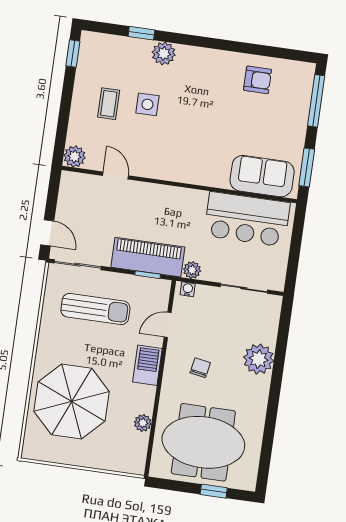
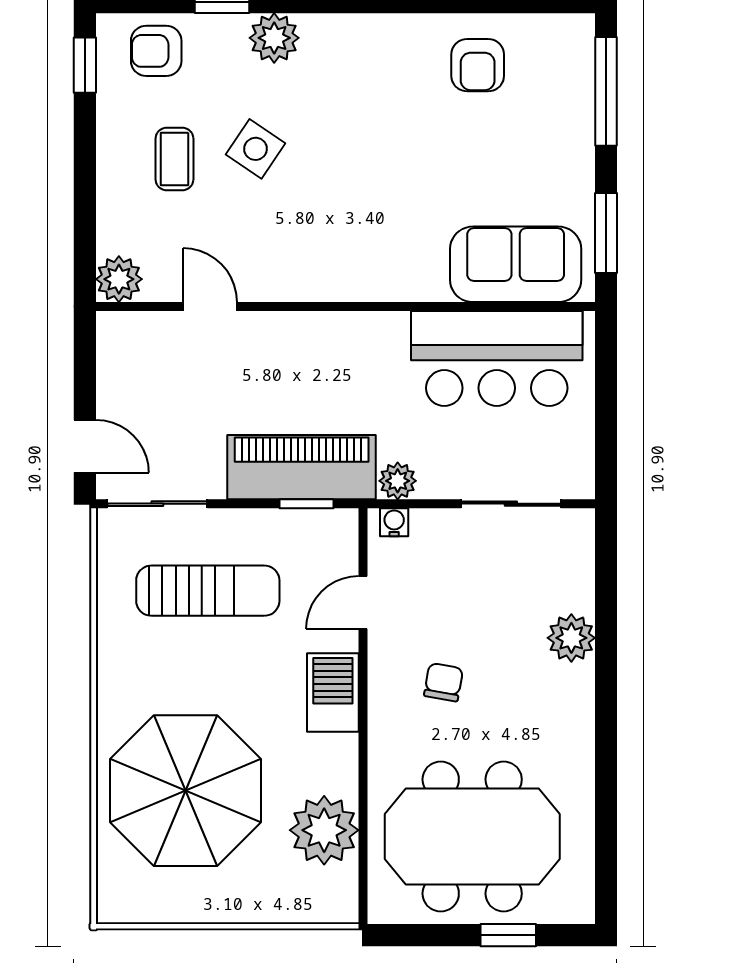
armchair: (107, 52) -> (156, 51), added
armchair: (258, 80) -> (478, 65), turned 90
side table: (147, 104) -> (255, 149), turned 34
plant: (259, 359) -> (571, 638), width x0.73, depth x0.73
plant: (143, 423) -> (324, 830), width x1.87, depth x1.87

